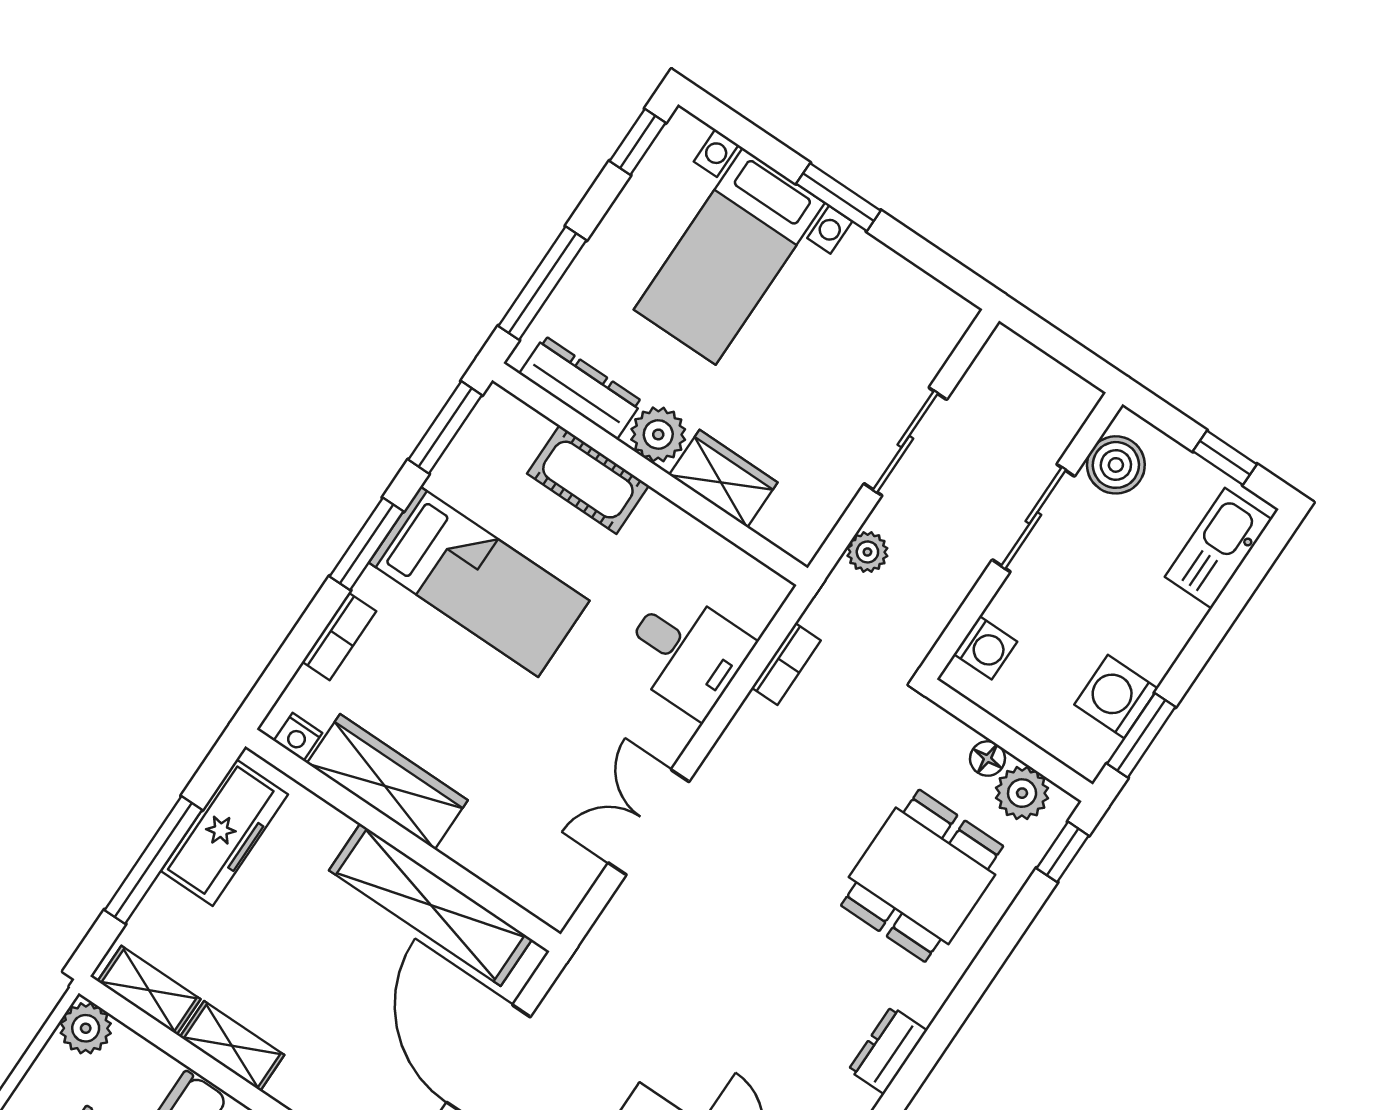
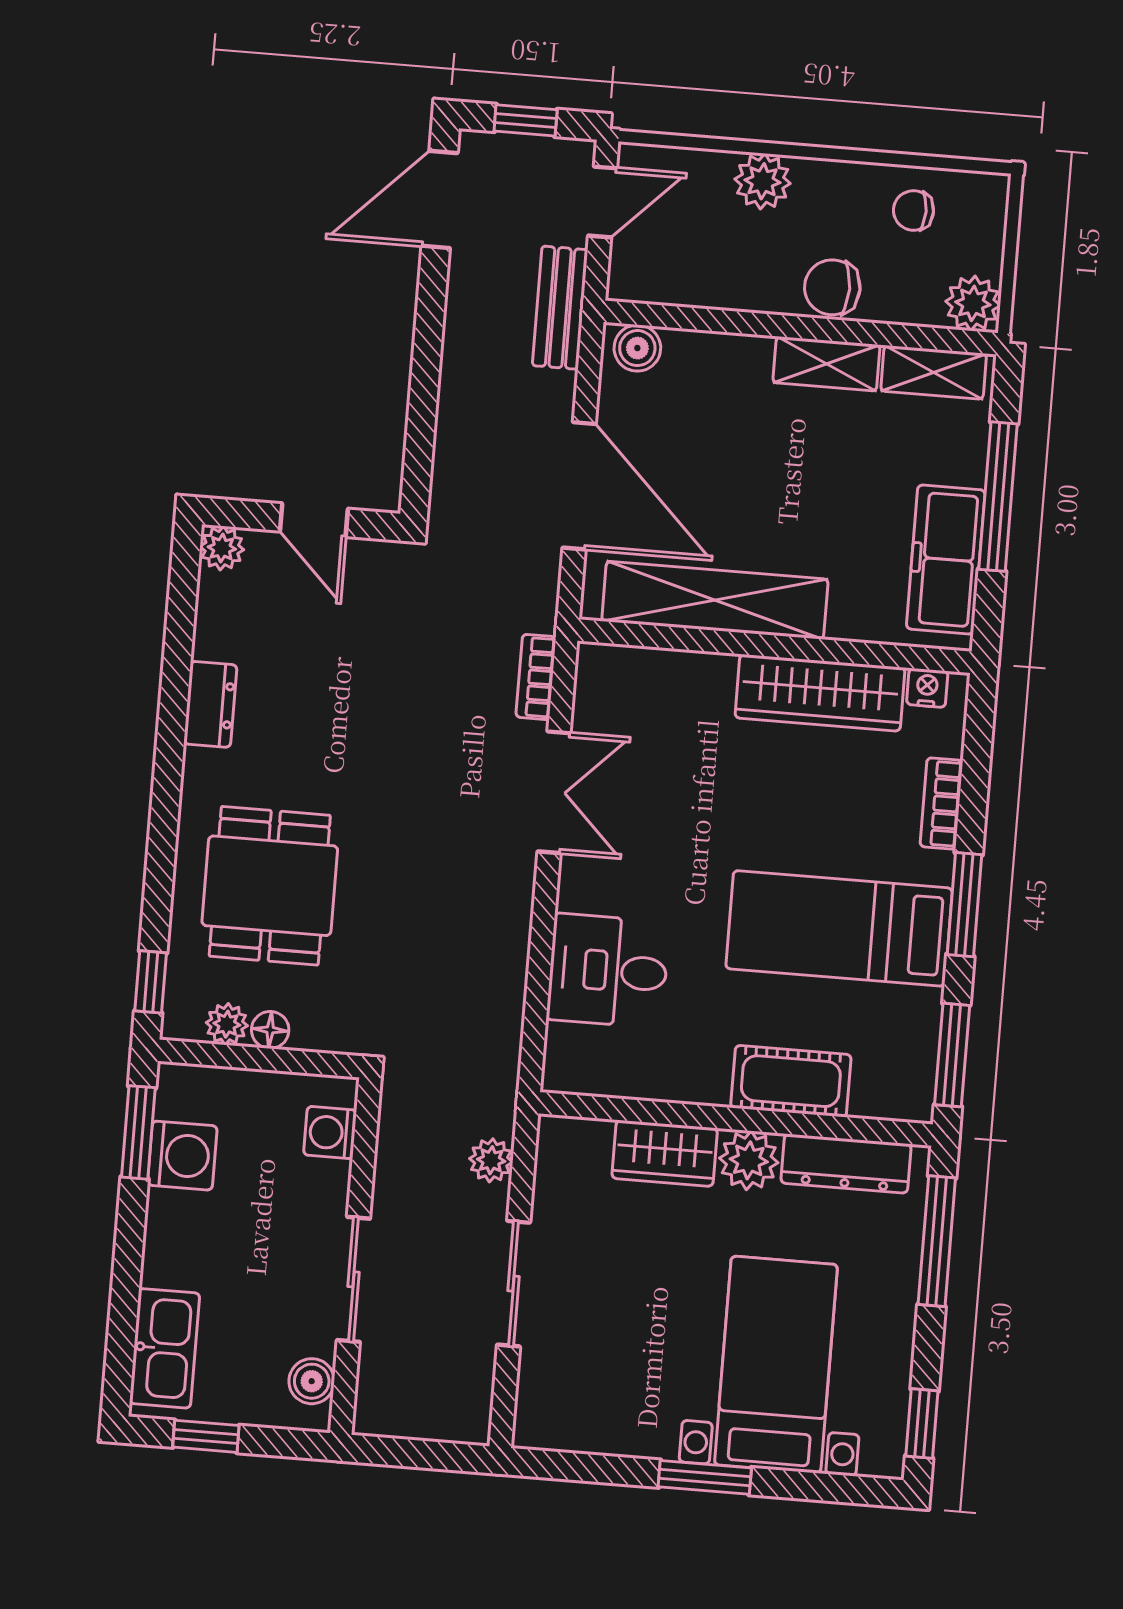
boiler: (1116, 465) -> (312, 1381), width x0.73, depth x0.73
bookcase: (786, 664) -> (536, 677), moved
plant: (1022, 793) -> (227, 1024), width x0.73, depth x0.73

